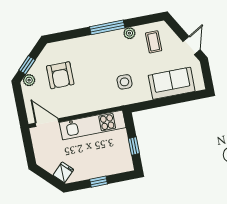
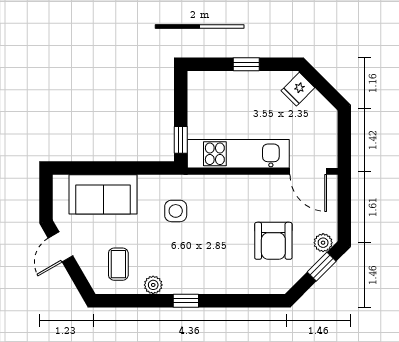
window: (107, 27) -> (186, 301), width x0.46
armchair: (60, 75) -> (273, 241), turned 180
window: (134, 146) -> (181, 140), moved

